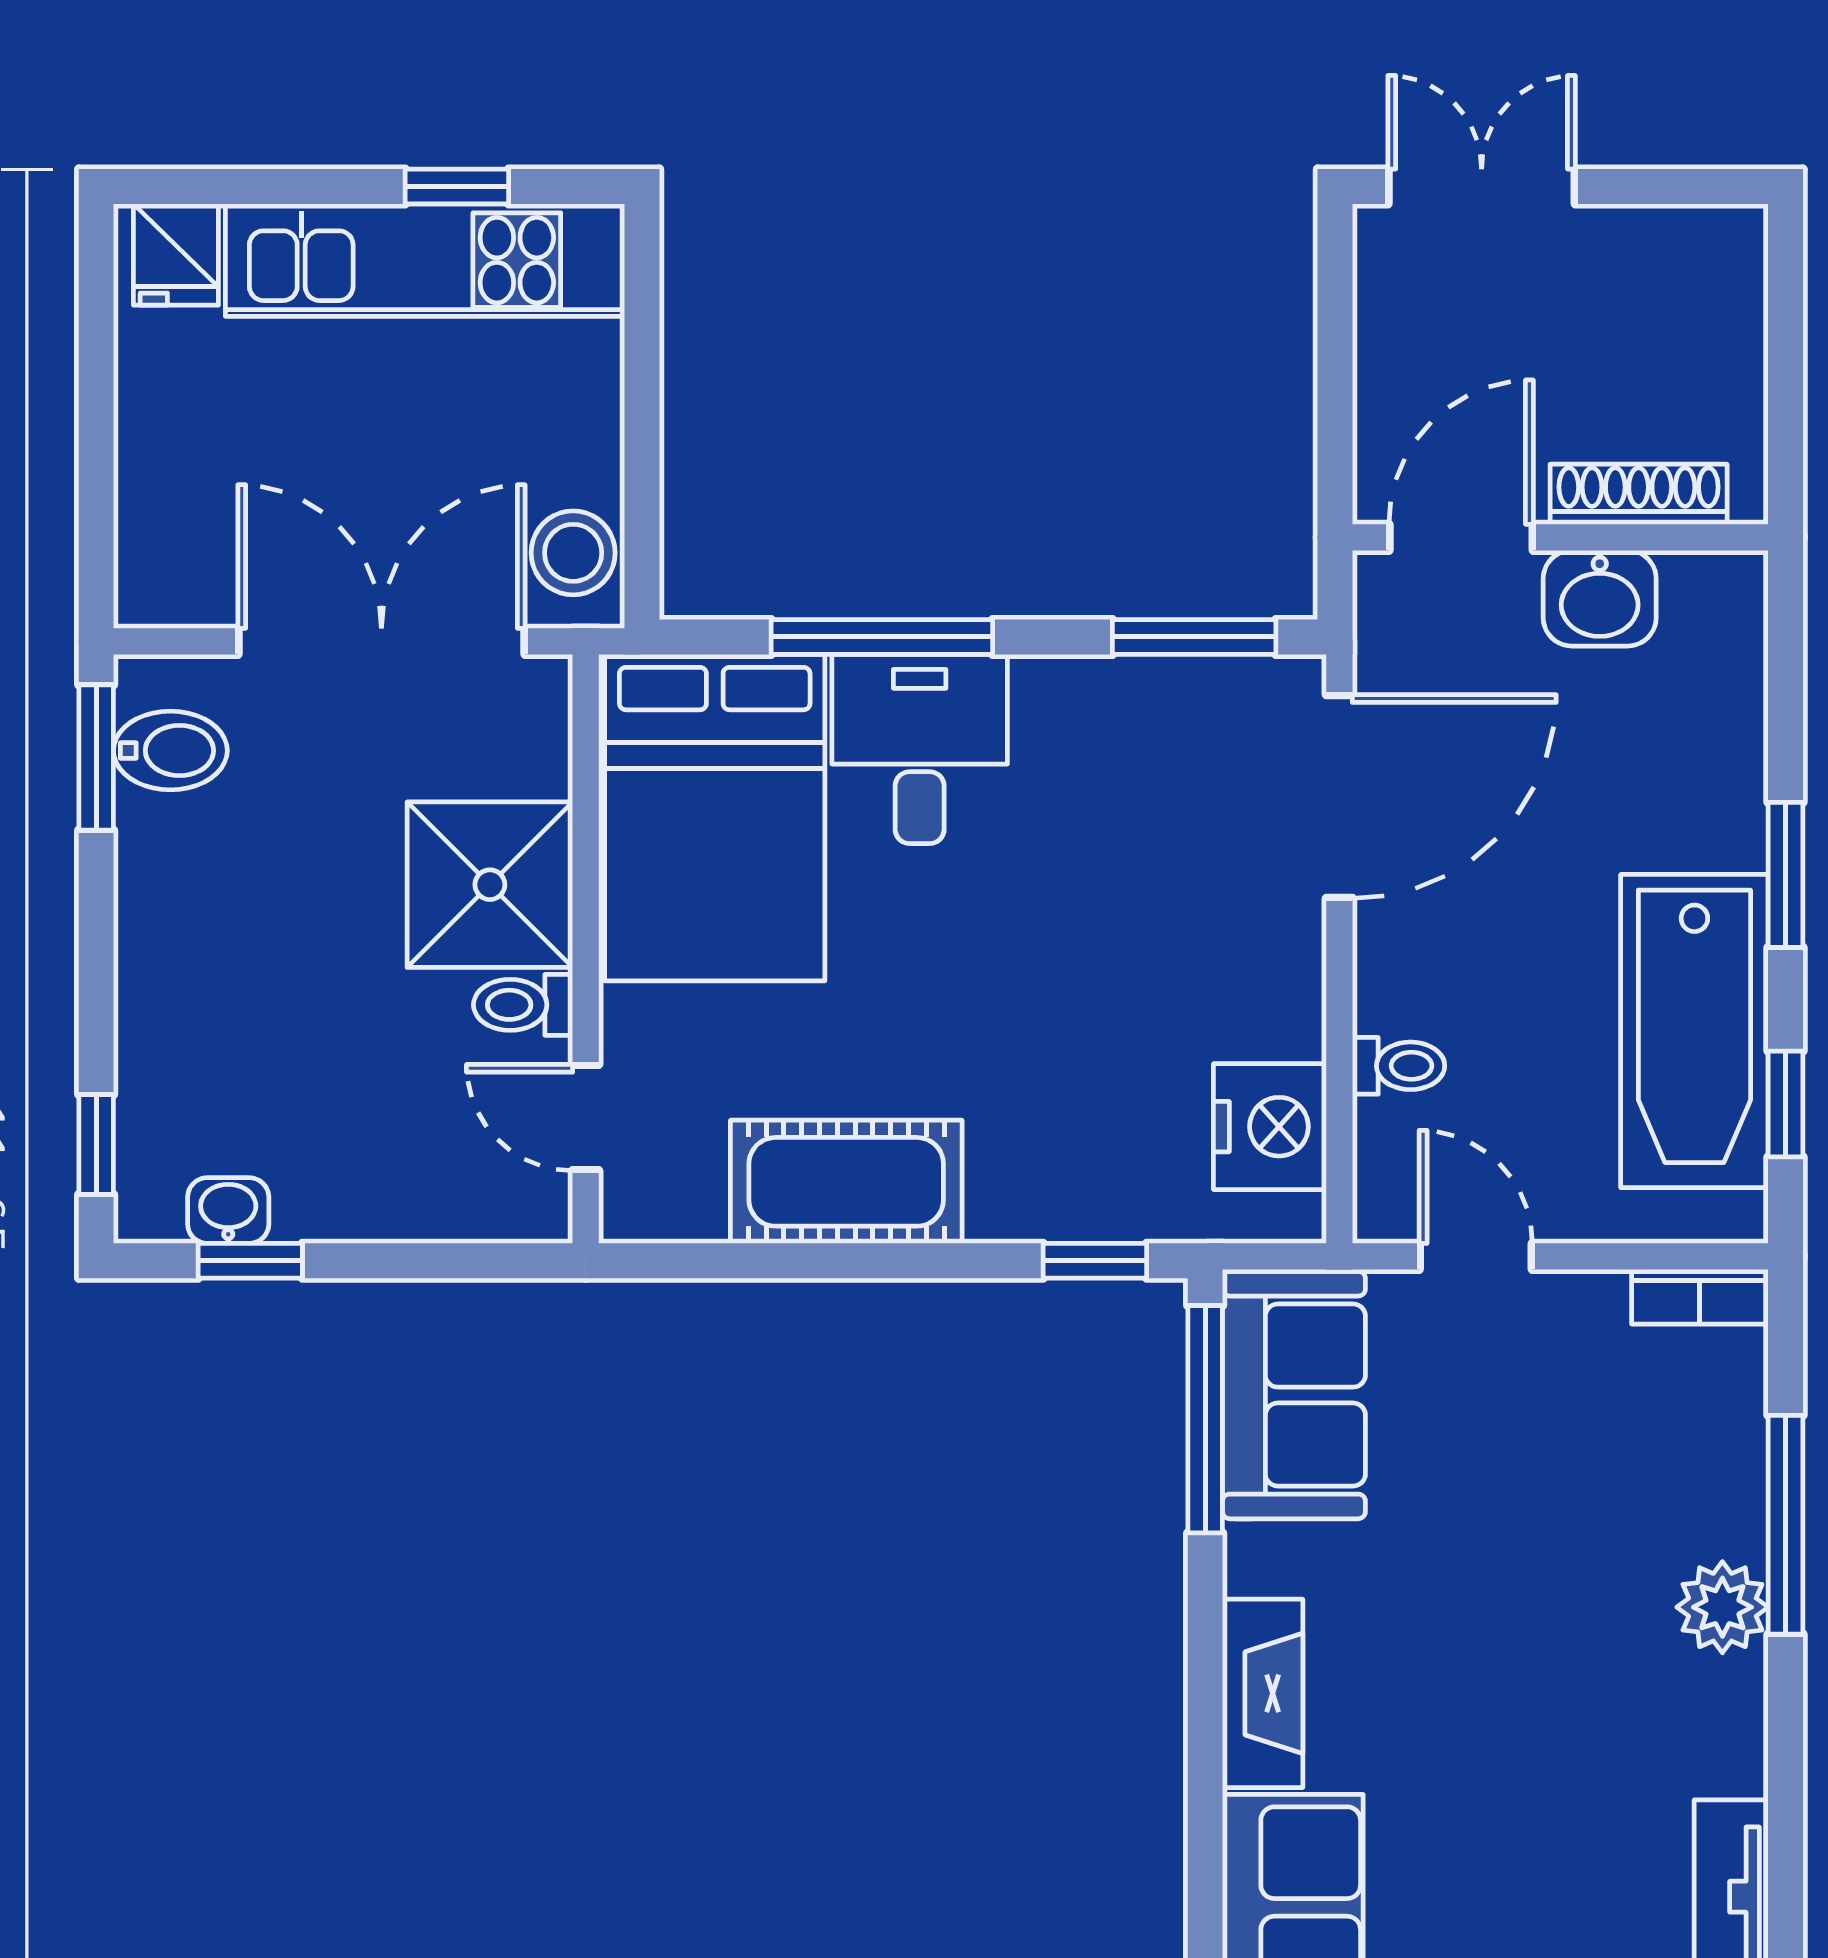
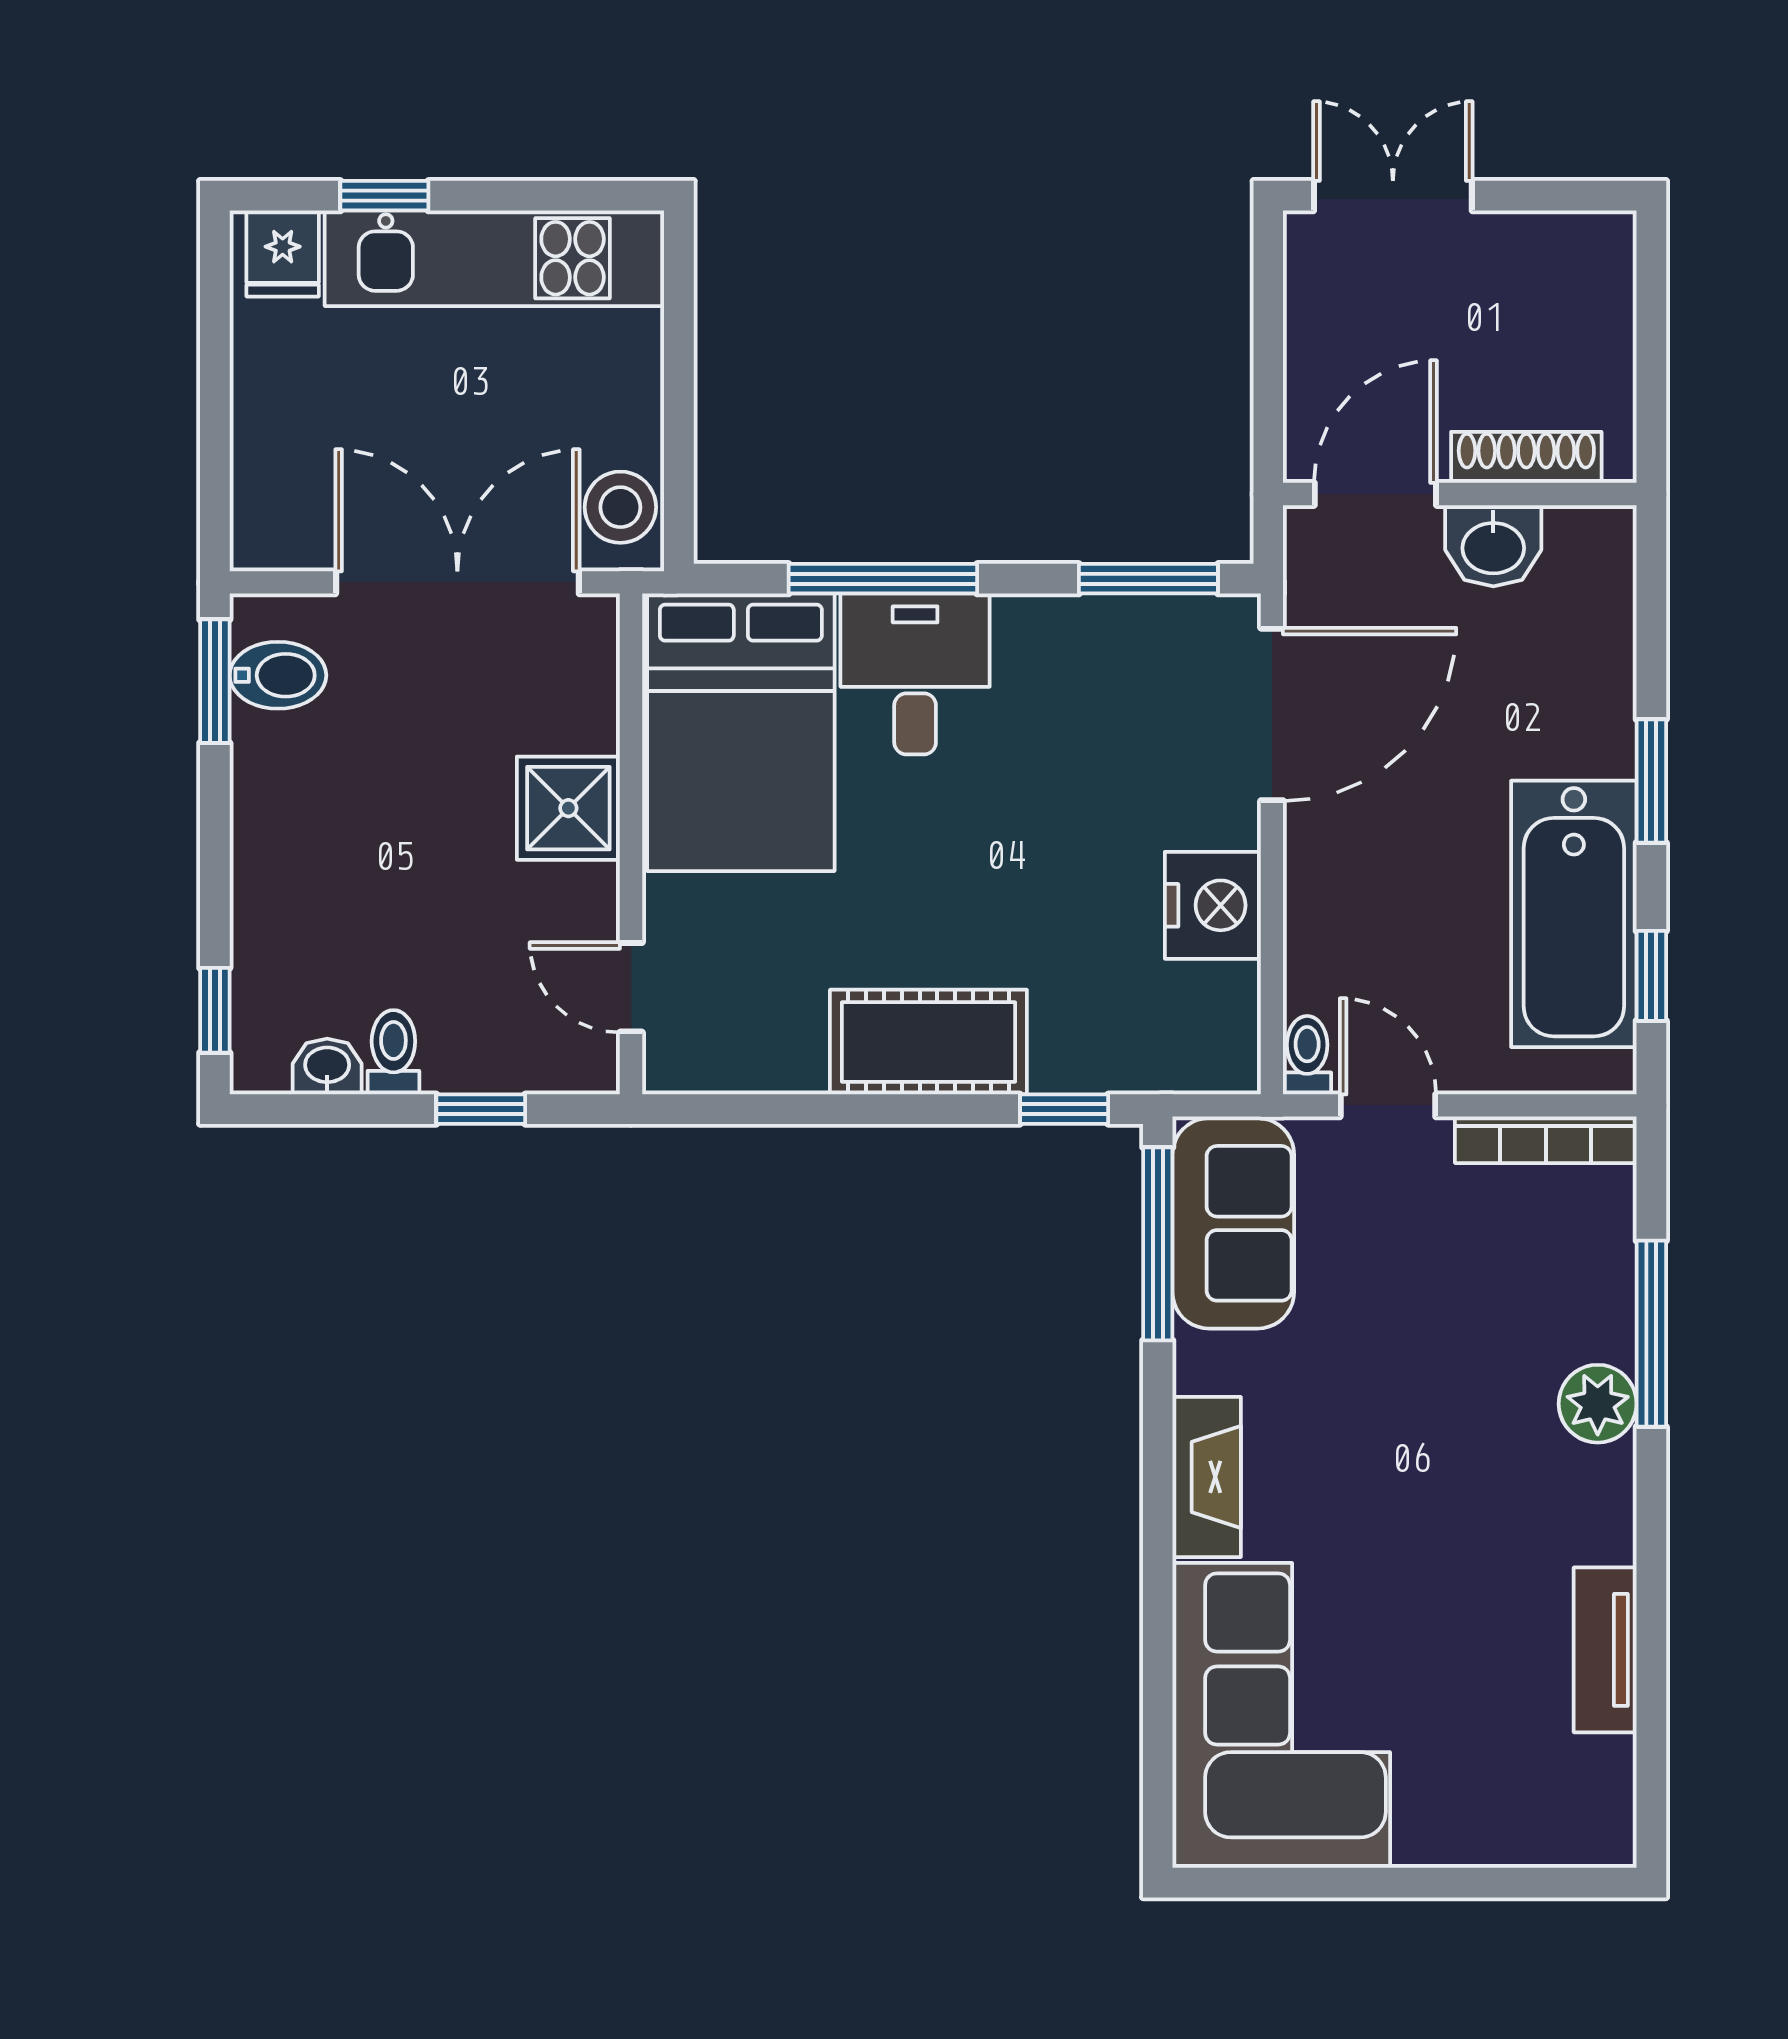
window: (457, 186) -> (384, 196), moved
shower: (490, 885) -> (568, 808), width x0.73, depth x0.73
toilet: (523, 1005) -> (393, 1052), moved, turned 90
toilet: (1399, 1066) -> (1307, 1055), moved, turned -90
nightstand: (1270, 1127) -> (1213, 905), moved
cot: (846, 1182) -> (928, 1042), moved
window: (250, 1261) -> (481, 1109), moved
bookcase: (1700, 1297) -> (1546, 1140), width x1.56

